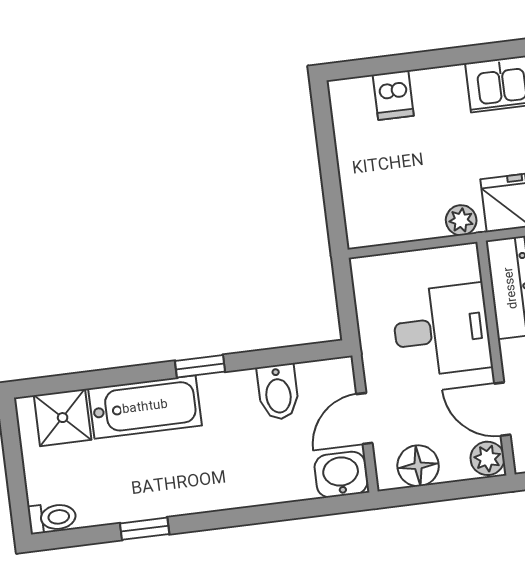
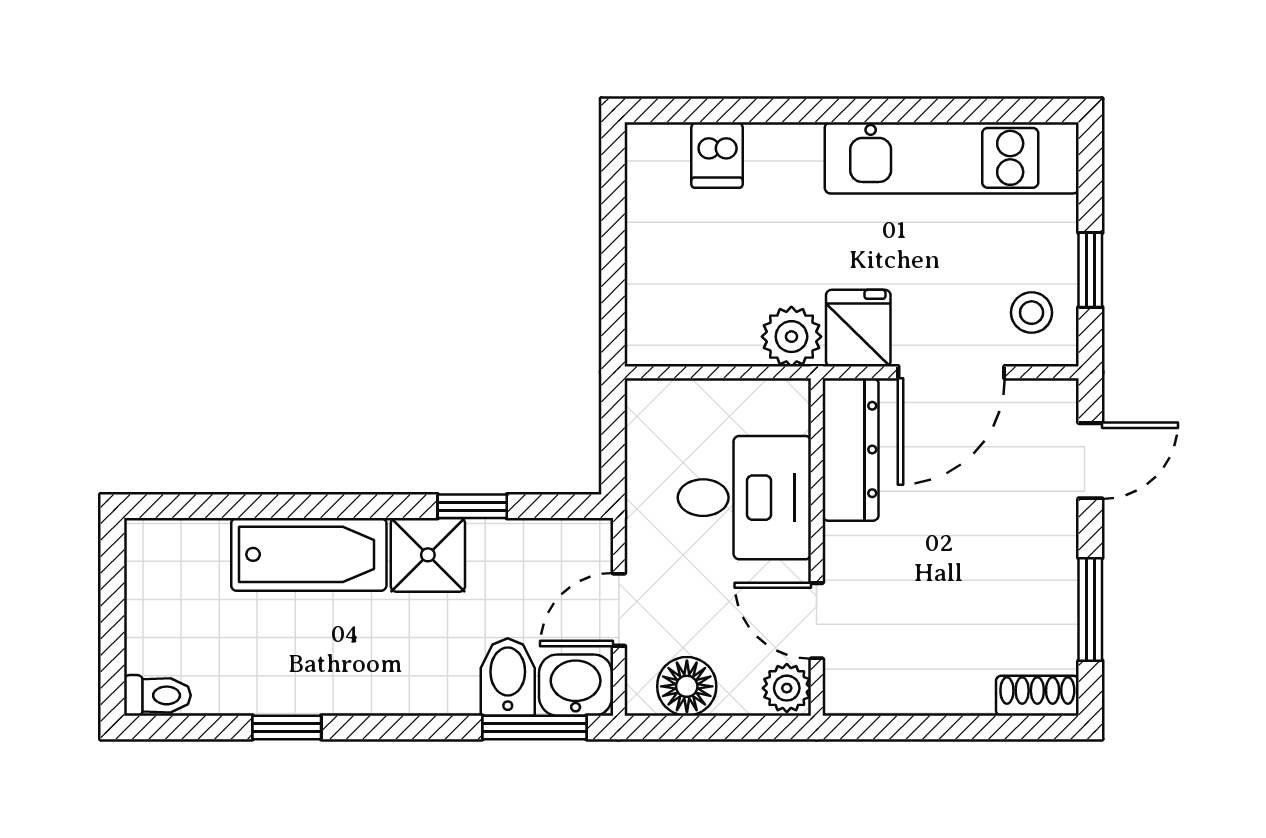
plant: (461, 220) -> (791, 337), width x1.38, depth x1.38
window: (200, 366) -> (472, 506), moved
bidet: (278, 392) -> (508, 677), moved, turned 180
shower: (63, 418) -> (428, 555), moved
window: (316, 507) -> (534, 727), added

